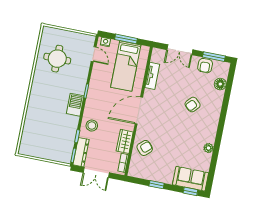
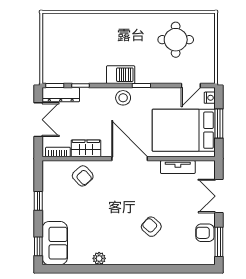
bed: (126, 66) -> (184, 130), width x1.50
floor lamp: (220, 84) -> (185, 257), removed
stool: (92, 126) -> (123, 98), moved
double door: (96, 173) -> (38, 120), swing flipped

